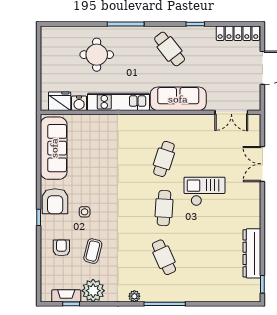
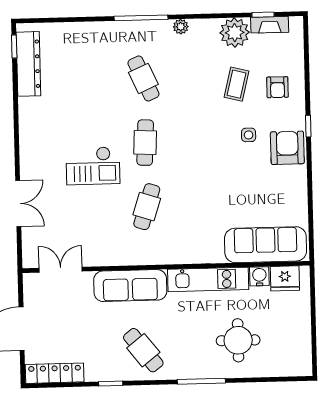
sofa: (54, 148) -> (266, 245), moved, turned 90
dresser: (252, 253) -> (28, 64), moved

